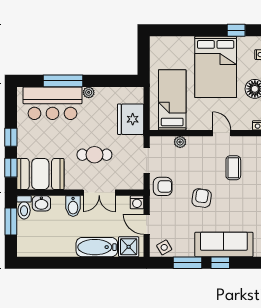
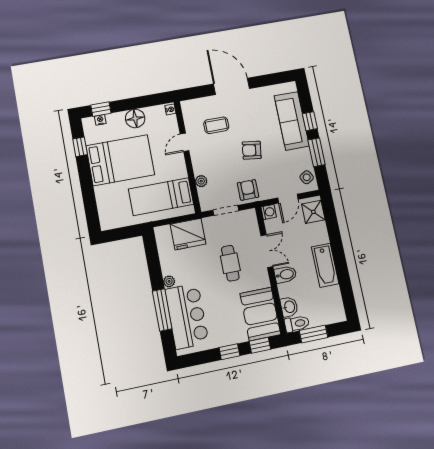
bathtub: (97, 247) -> (325, 265), moved

